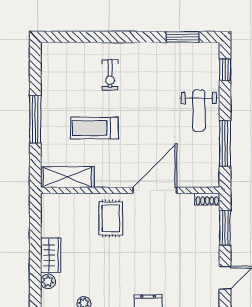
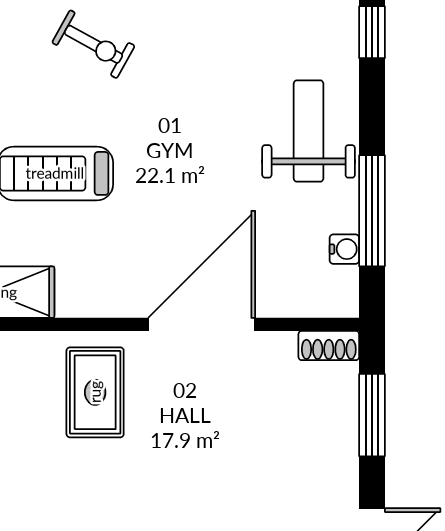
exercise bike: (110, 75) -> (93, 44), turned -61
weight bench: (199, 111) -> (309, 131), turned 180
water cooler: (214, 159) -> (344, 249), added

